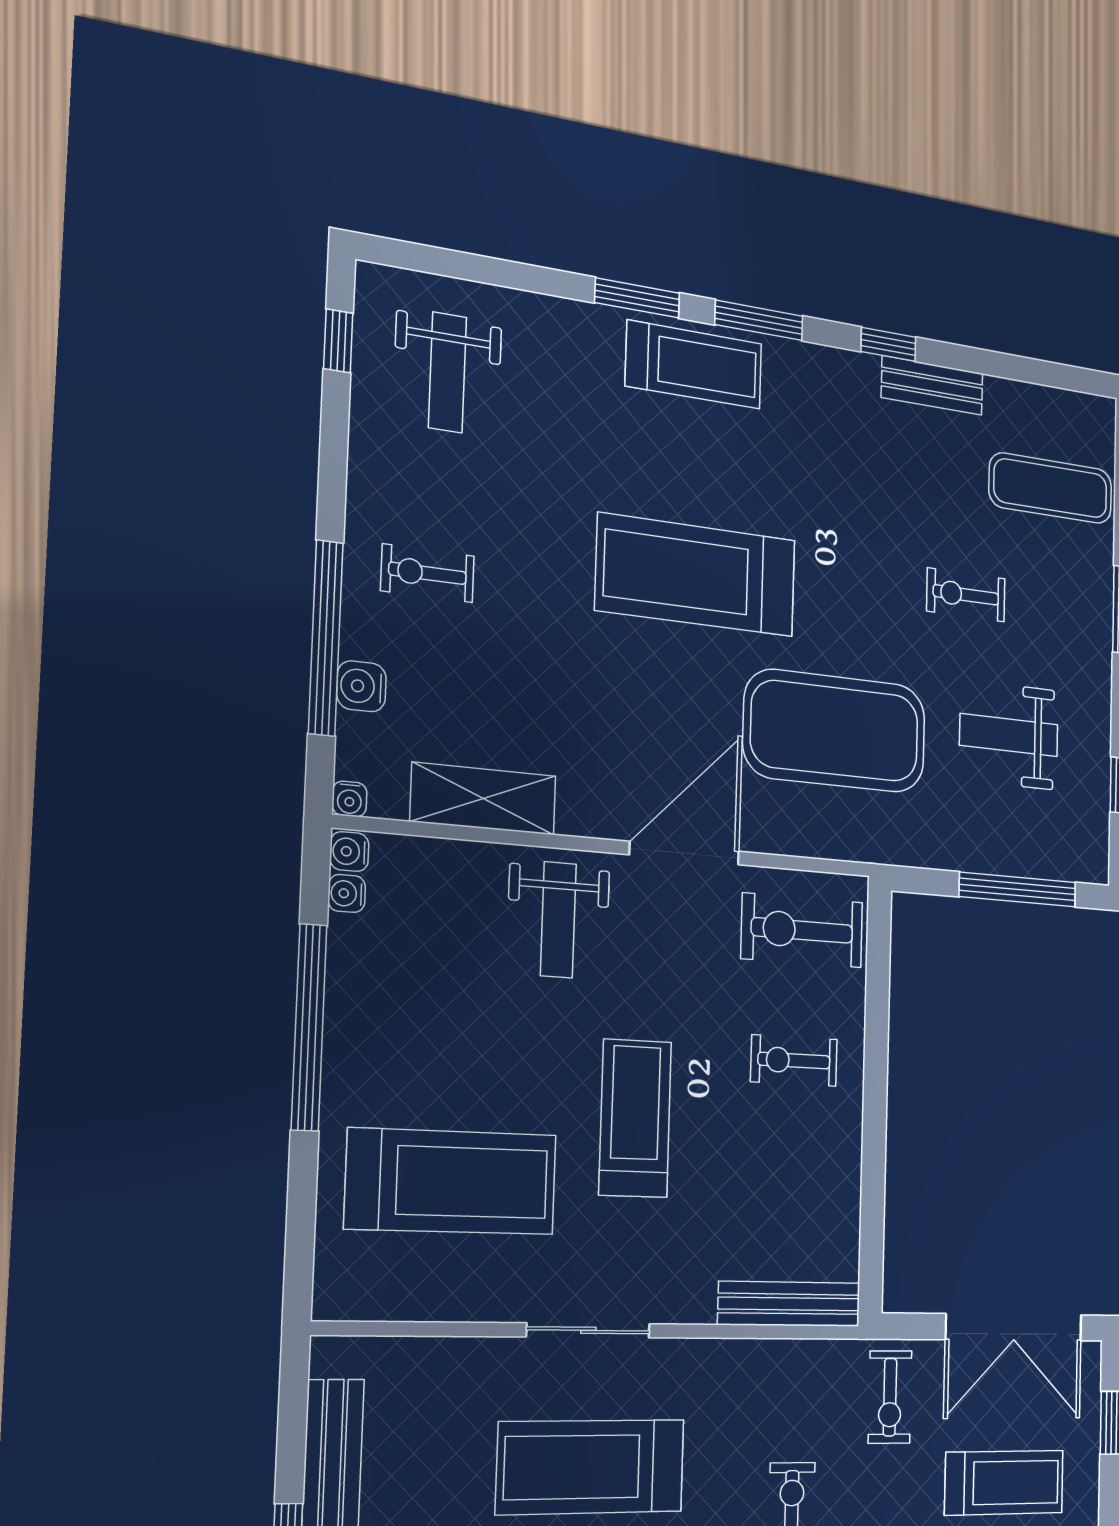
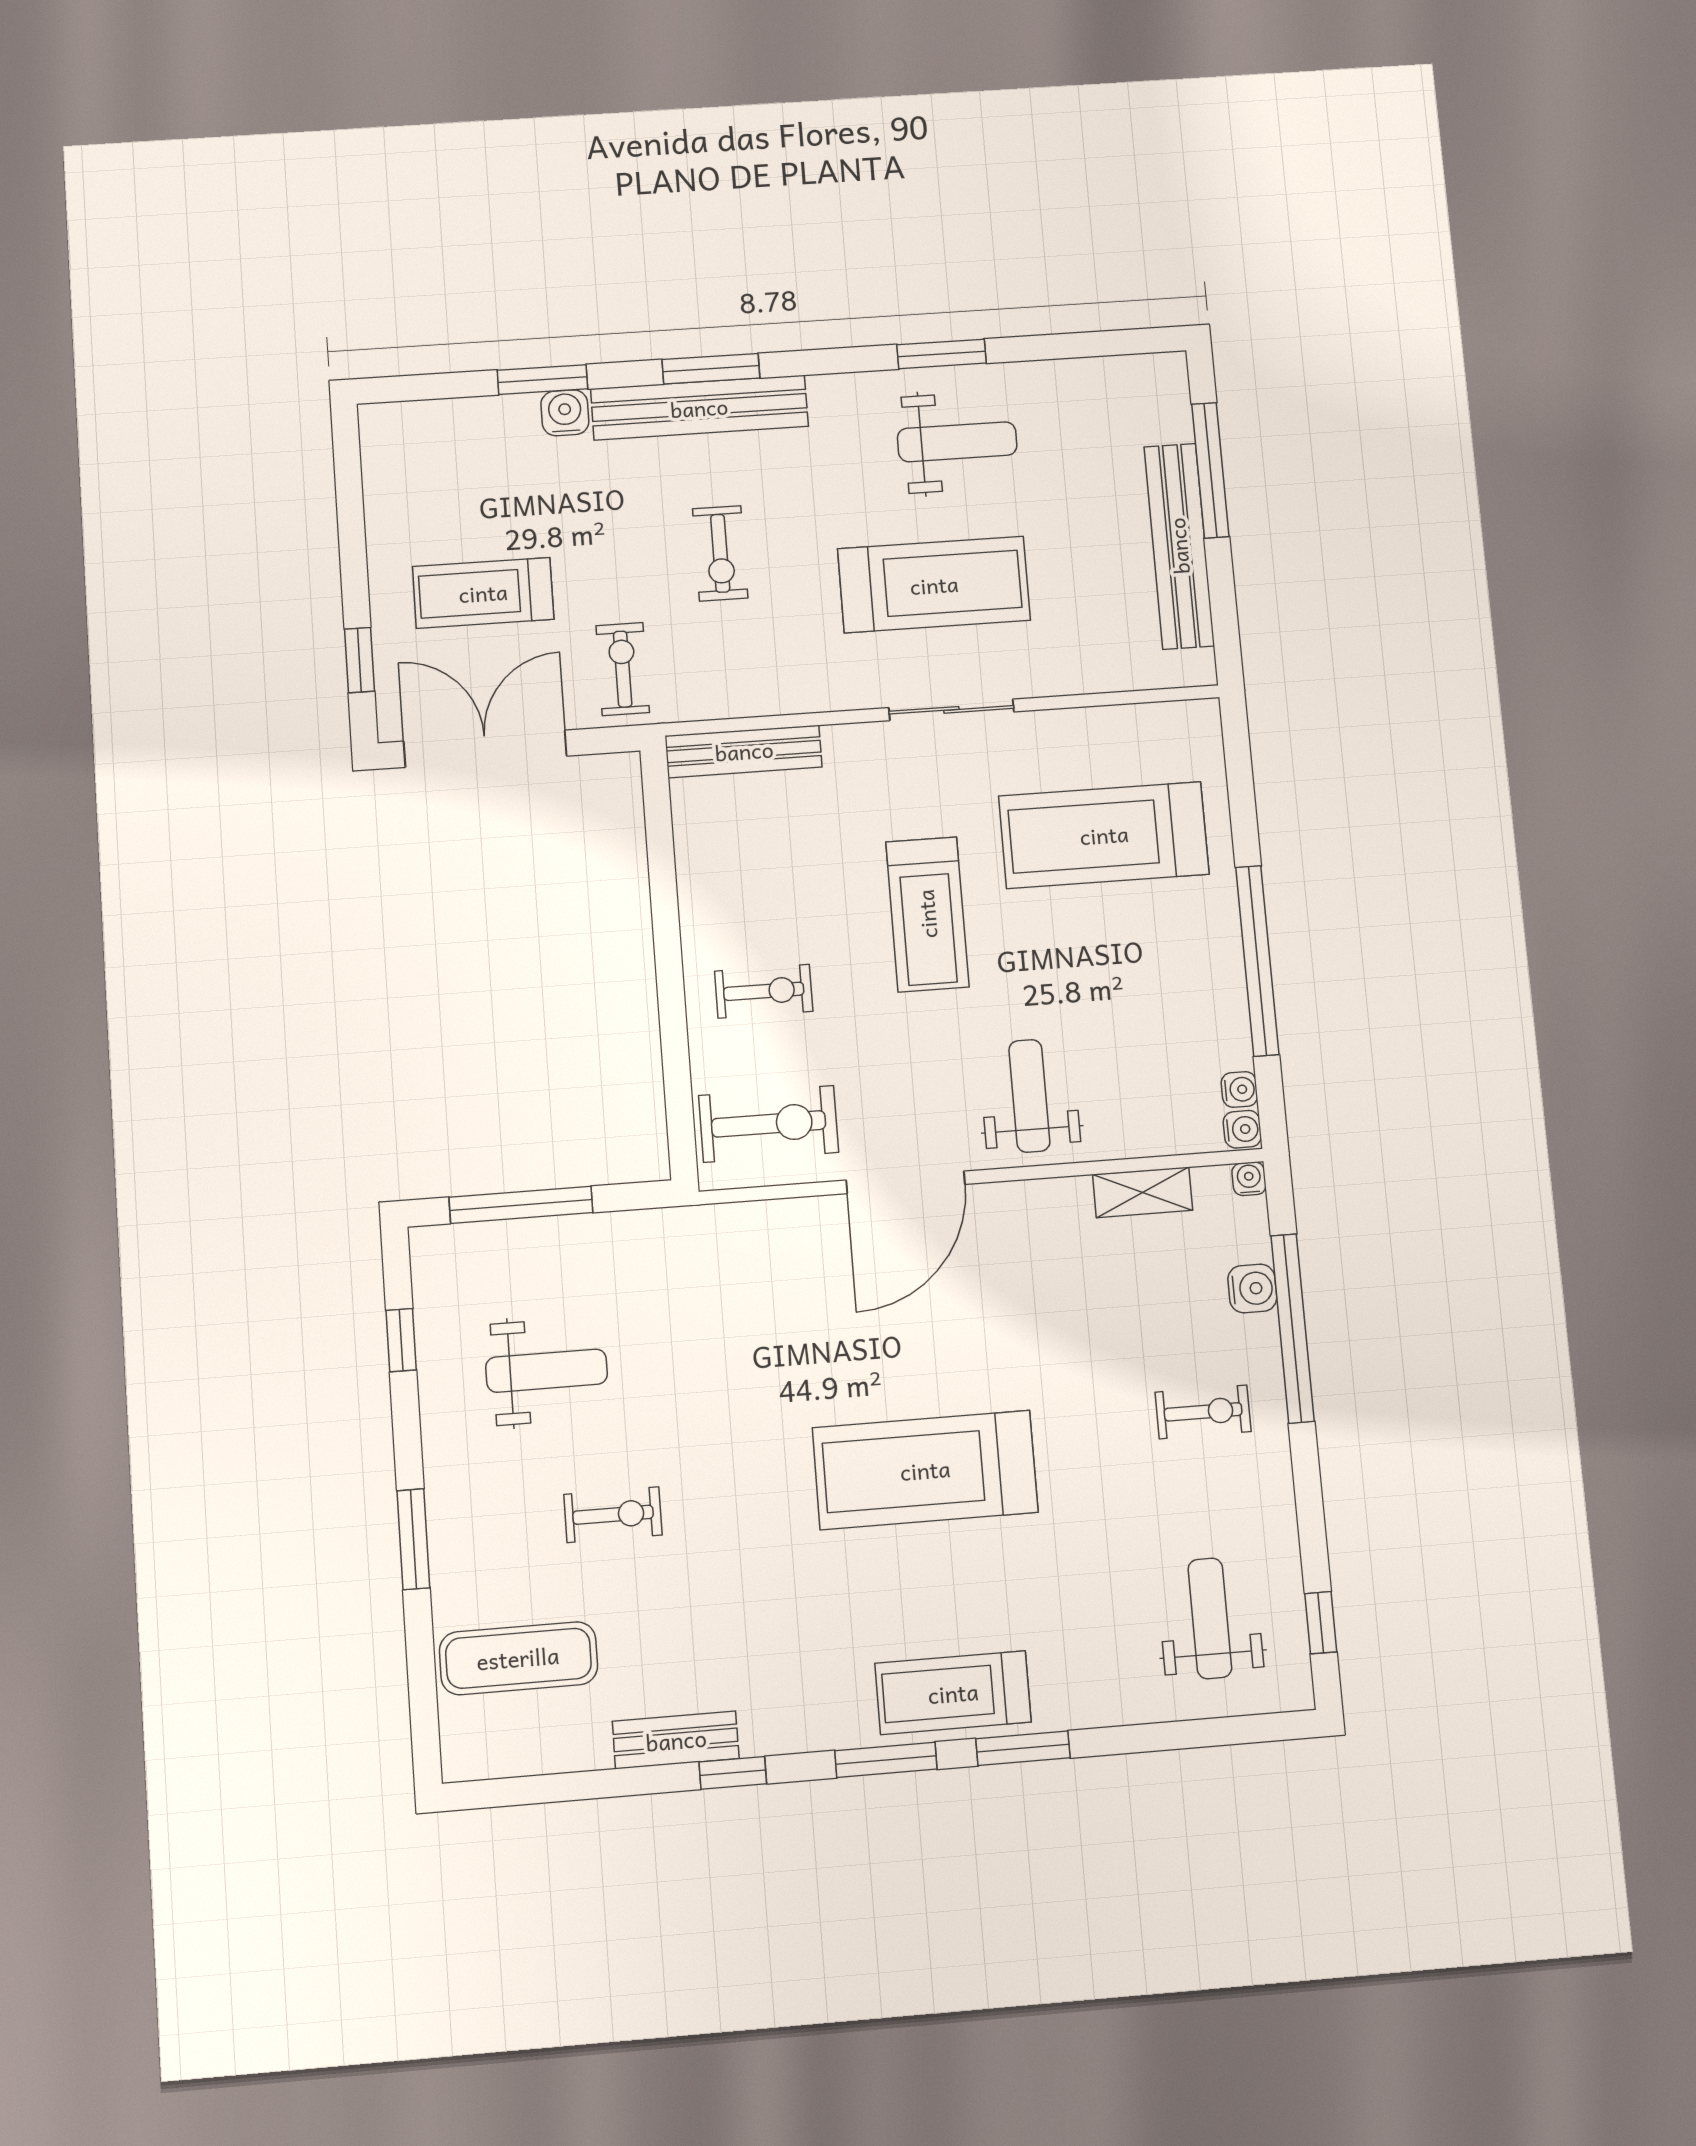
treadmill: (696, 575) -> (925, 1470), turned 180
exercise mat: (835, 731) -> (753, 1337), removed
shelving: (483, 799) -> (1143, 1192), width x0.67, depth x0.75

